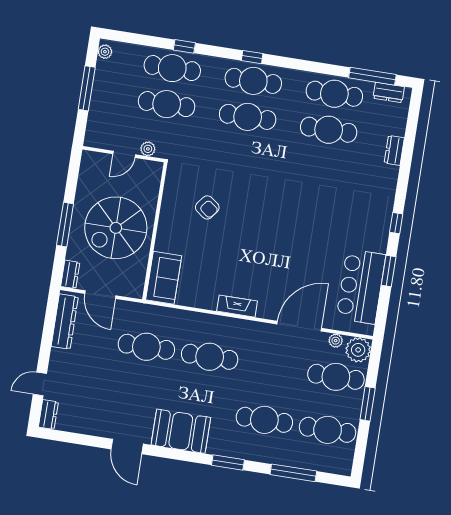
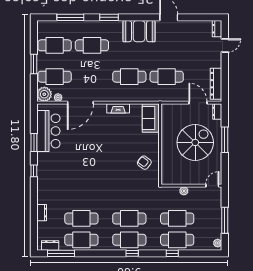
door: (124, 154) -> (212, 186), moved
wall: (155, 231) -> (160, 144), moved
sofa: (164, 278) -> (151, 118), moved

